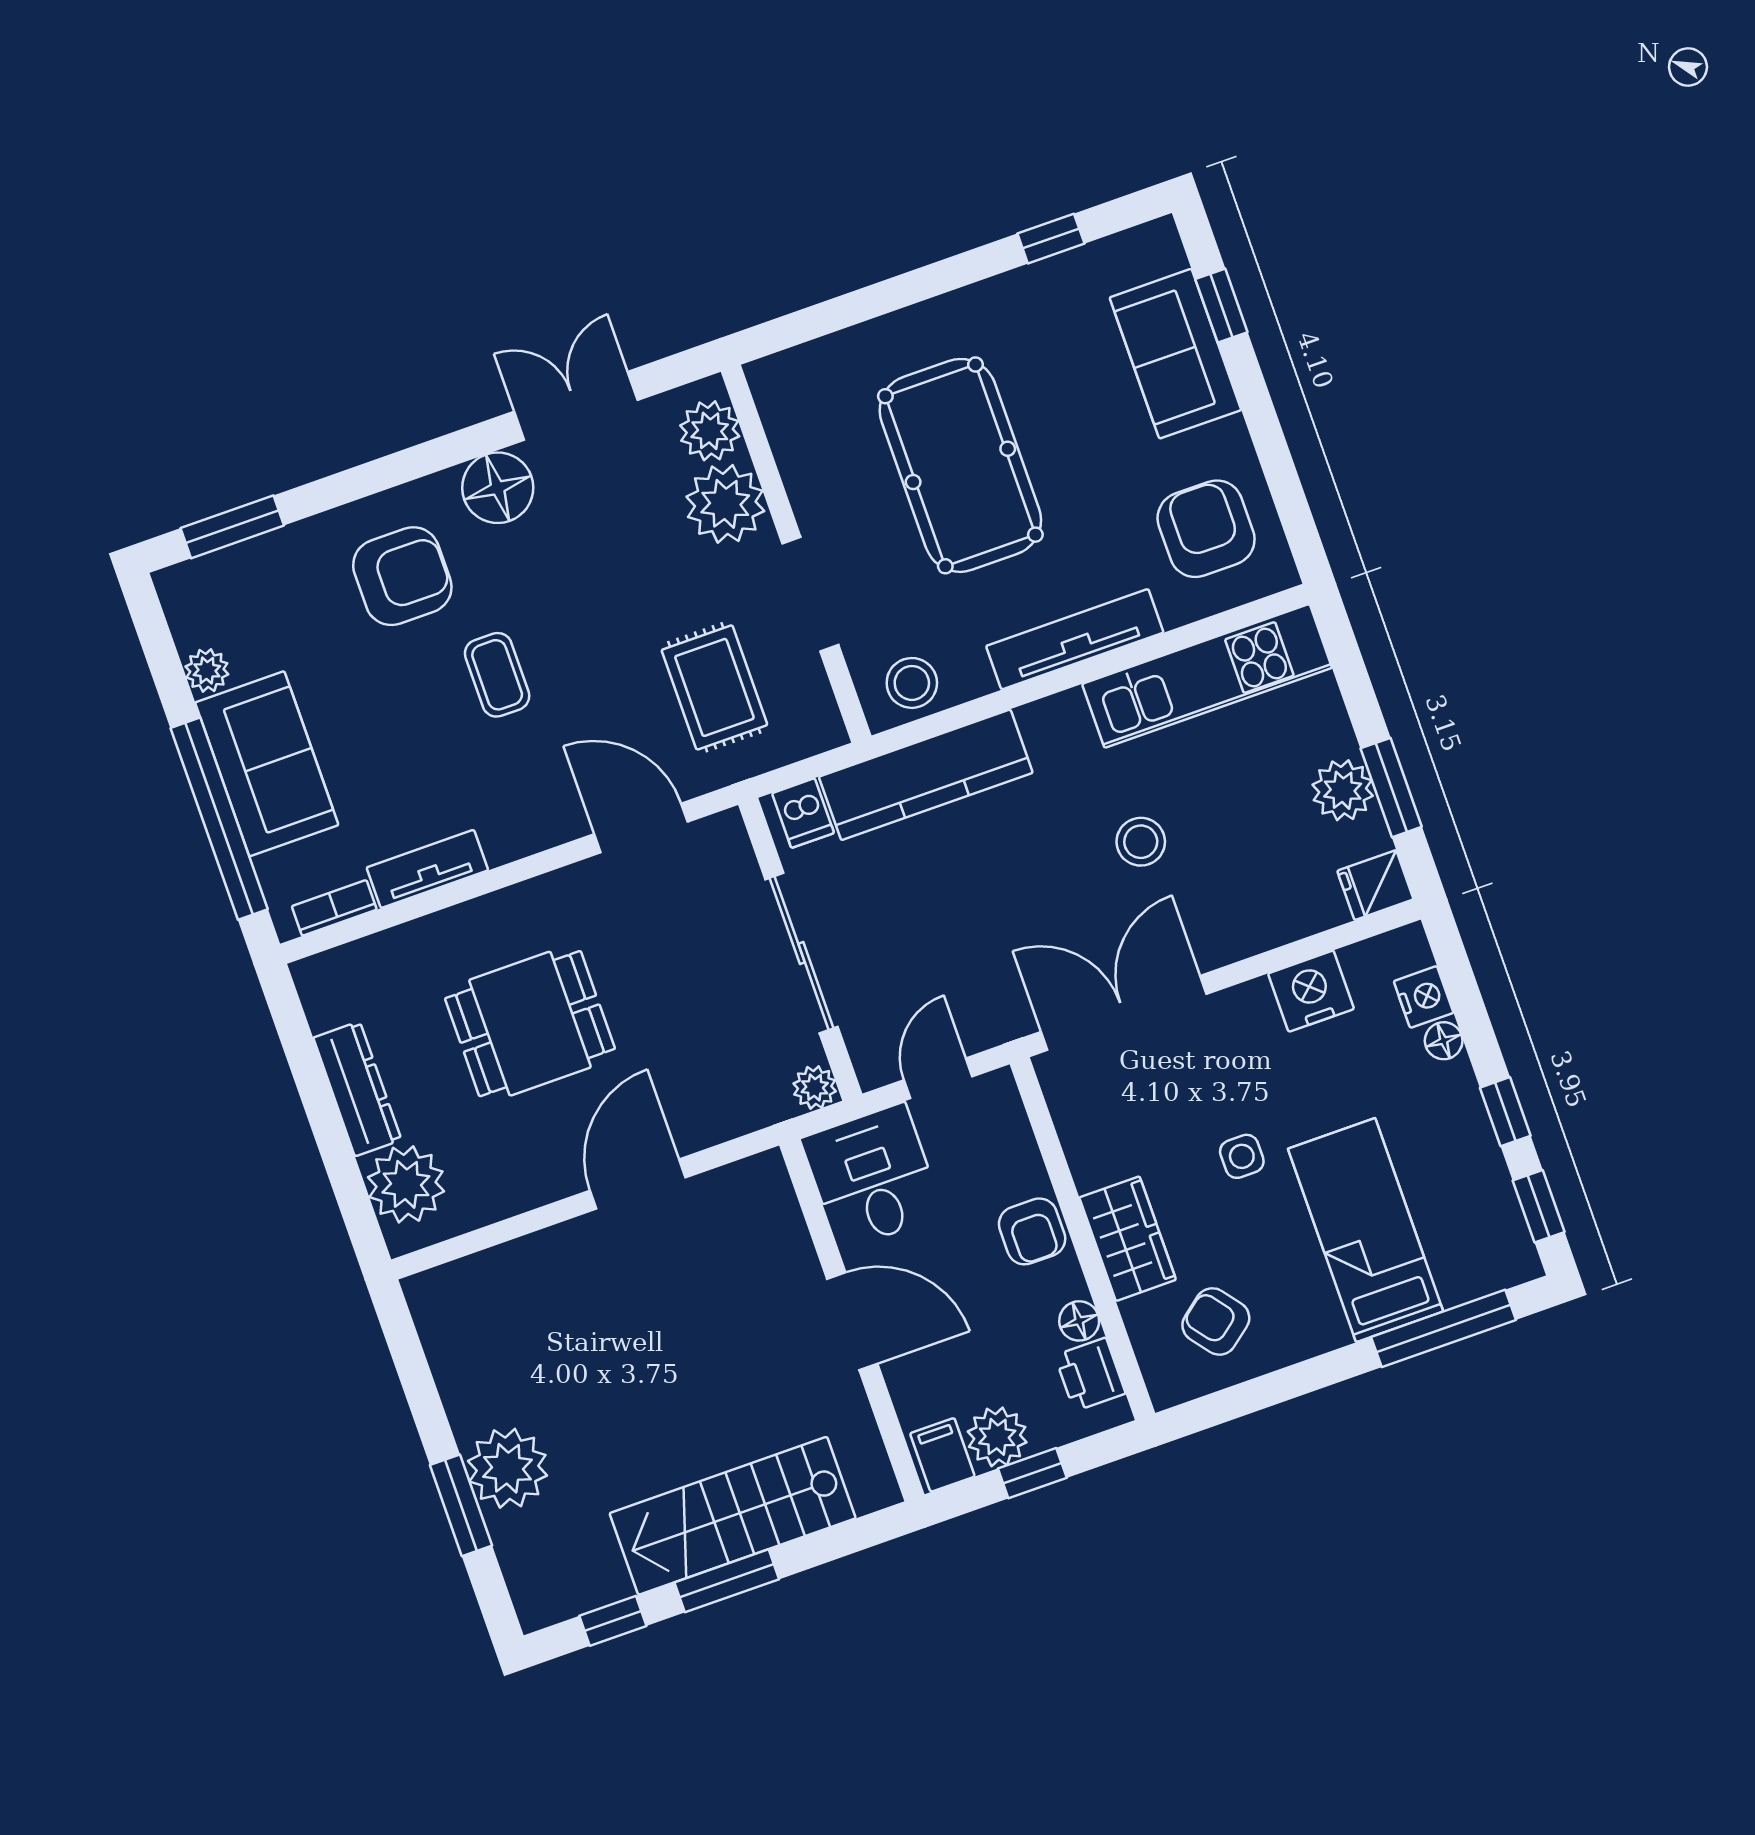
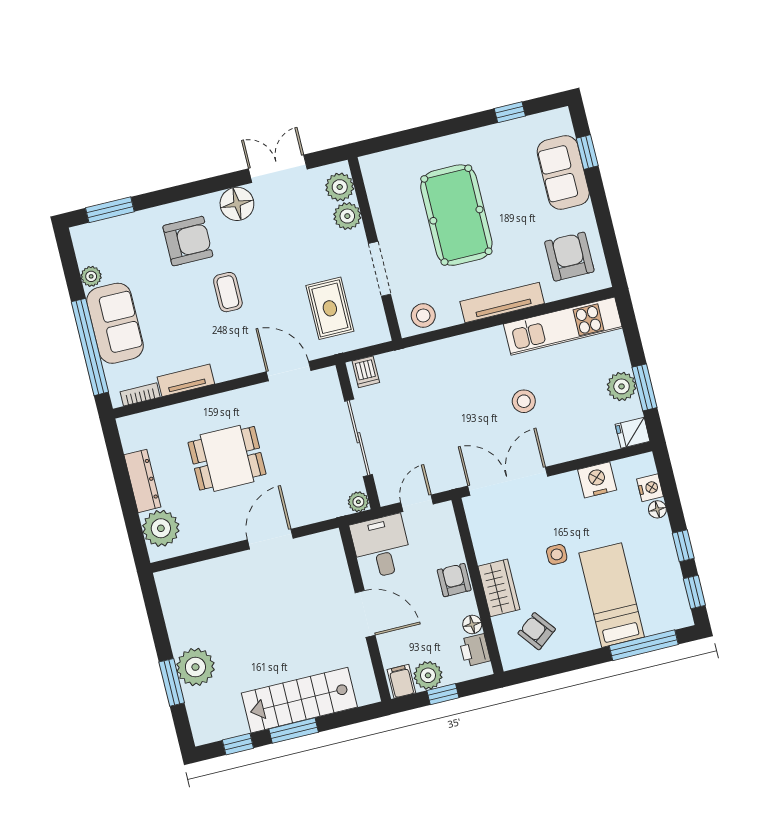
plant: (725, 504) -> (347, 216), width x0.73, depth x0.73
kitchen counter: (926, 775) -> (426, 359), removed
armchair: (1032, 1231) -> (454, 580), turned 180

